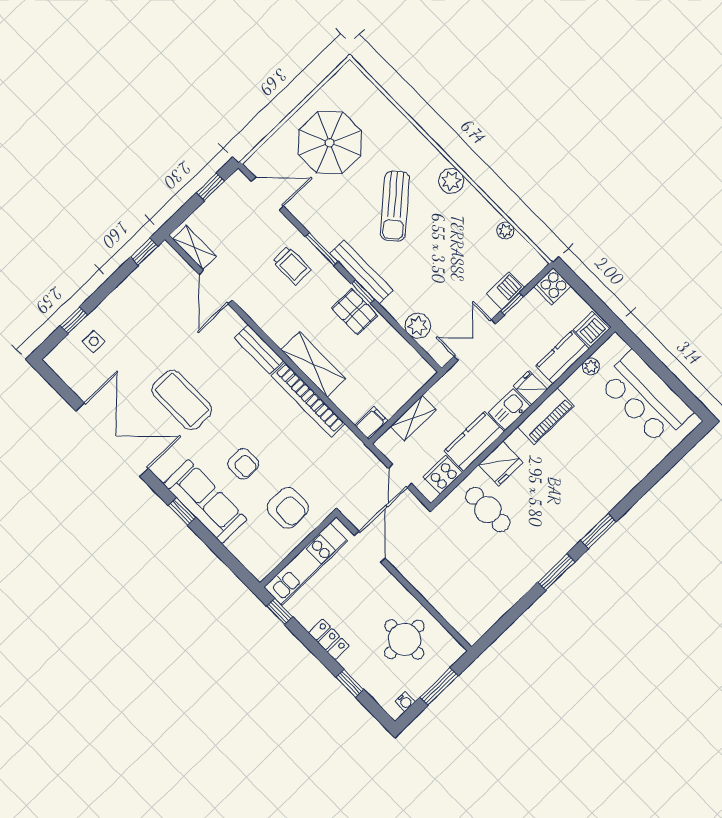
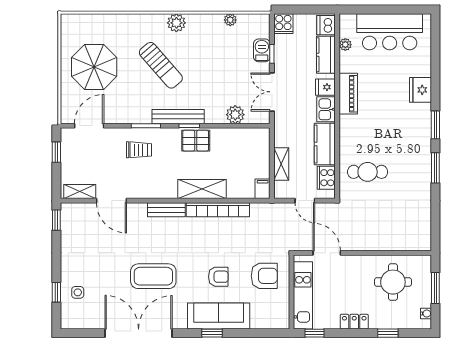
fridge: (501, 463) -> (421, 90), moved, turned 180

